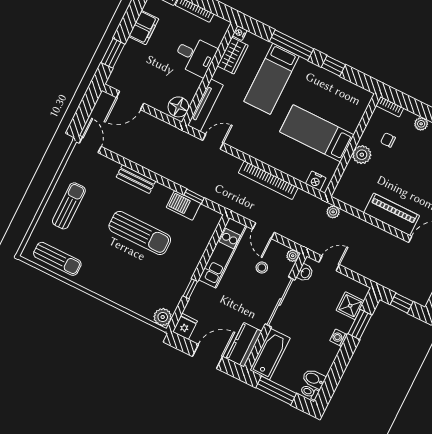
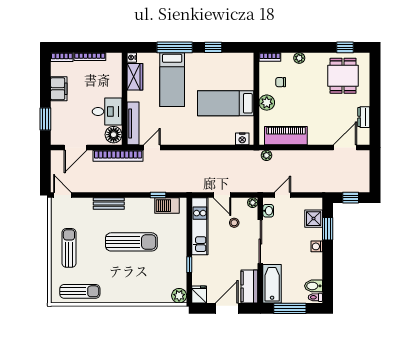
desk: (195, 56) -> (107, 112), moved
bookcase: (268, 180) -> (118, 156), moved
barbecue: (184, 205) -> (167, 206), moved
piano: (392, 214) -> (286, 136), moved

